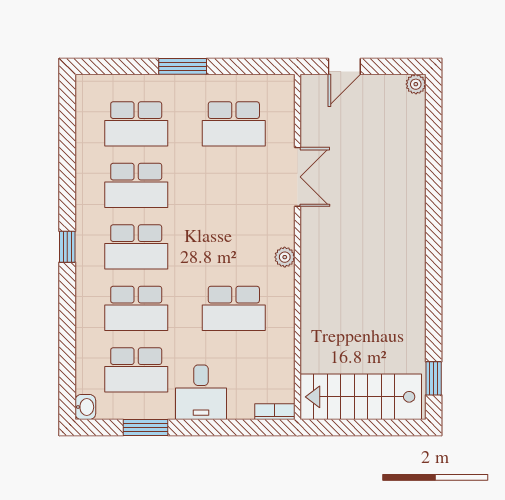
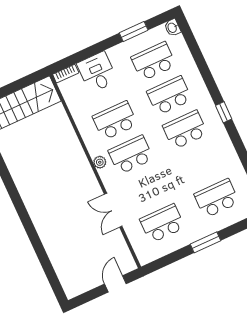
plant: (416, 84) -> (71, 292), removed
school desk: (136, 185) -> (131, 155), moved
desk: (201, 392) -> (97, 72), moved

